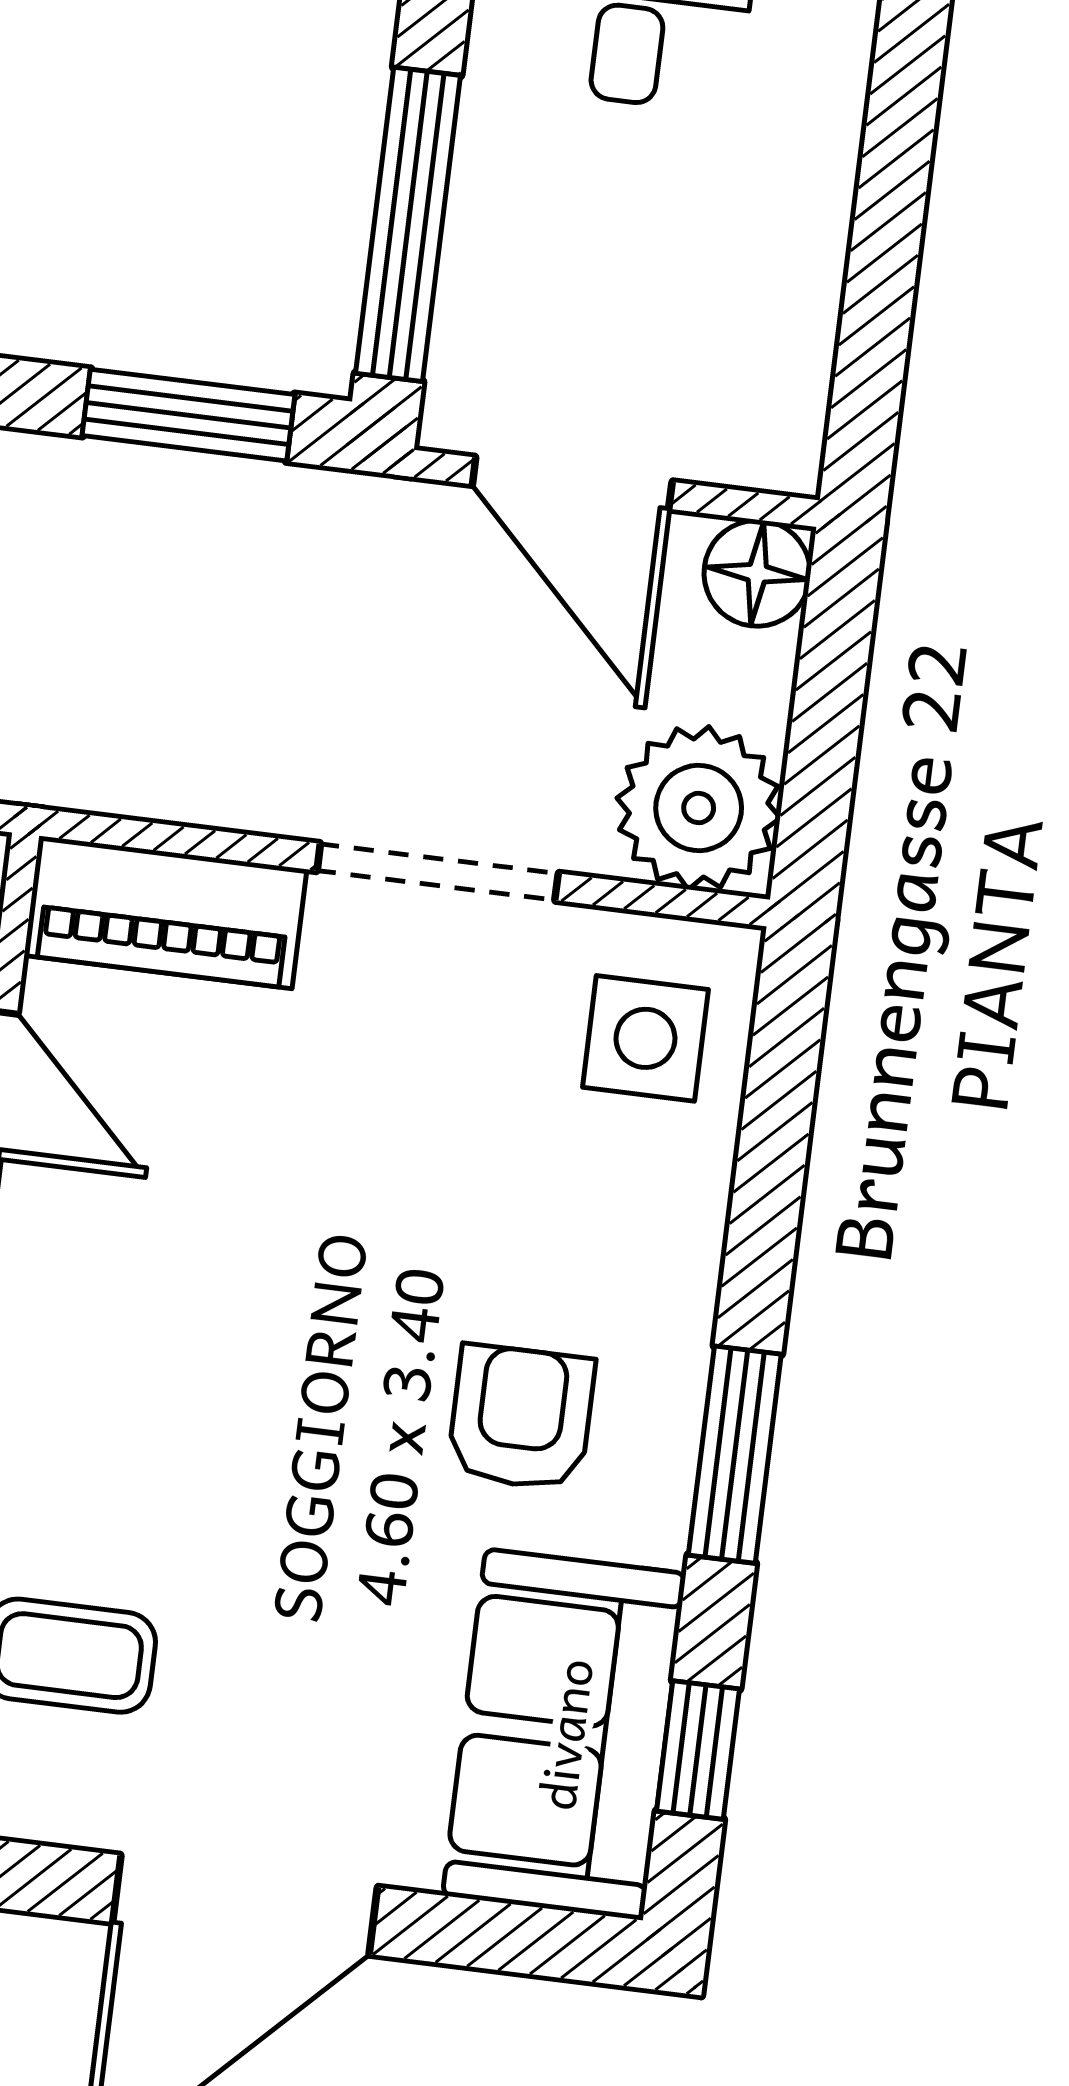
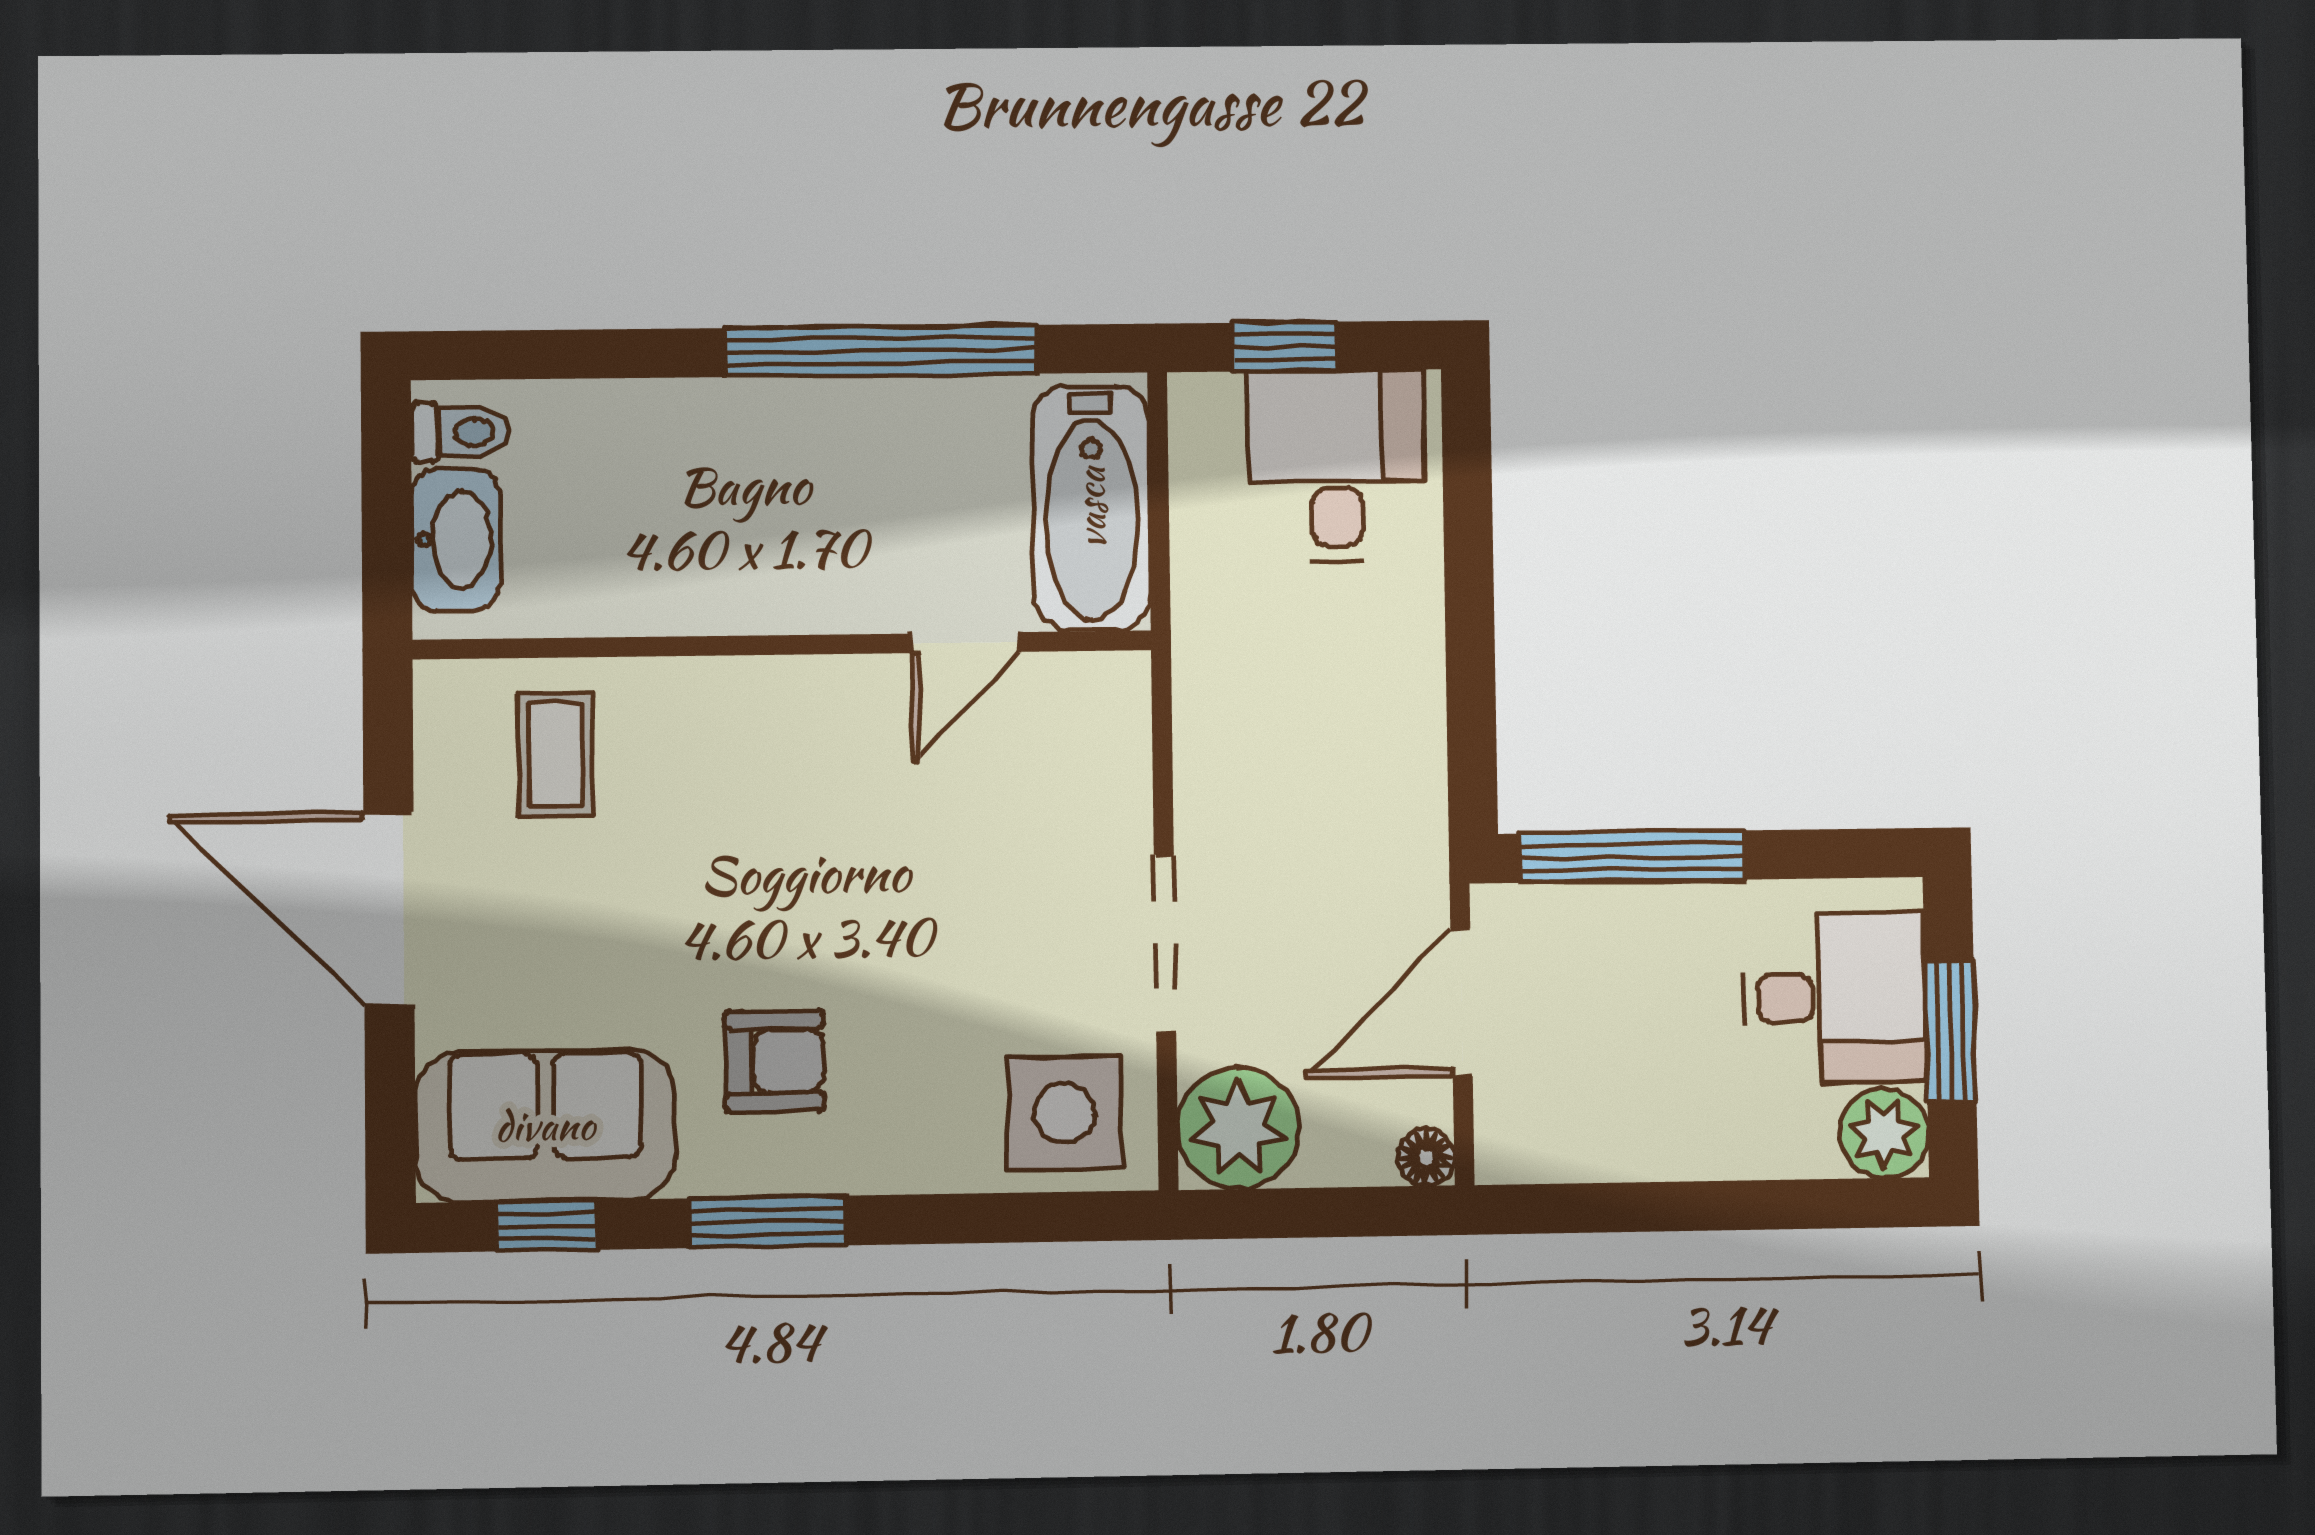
window: (189, 415) -> (1471, 717), removed
floor lamp: (757, 573) -> (1426, 1157), width x0.73, depth x0.73
piano: (165, 912) -> (1108, 750), removed
side table: (645, 1038) -> (1065, 1113), width x1.37, depth x1.37

